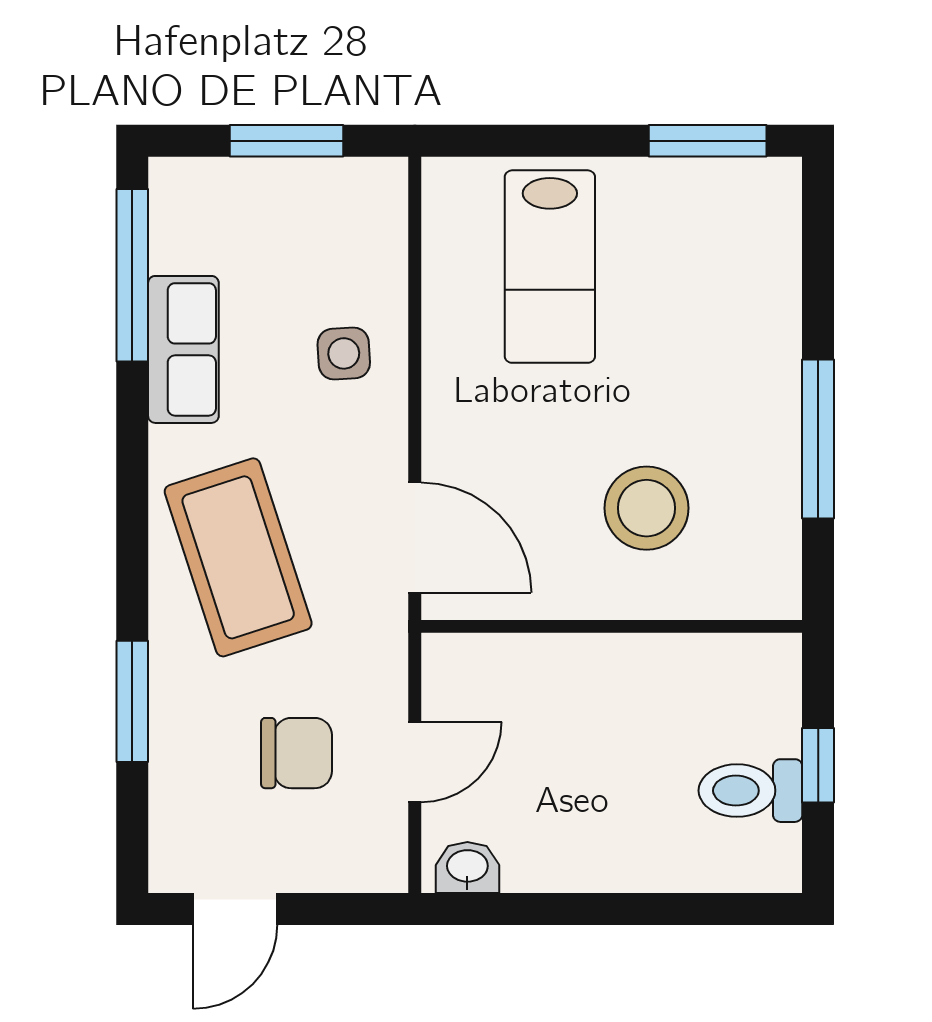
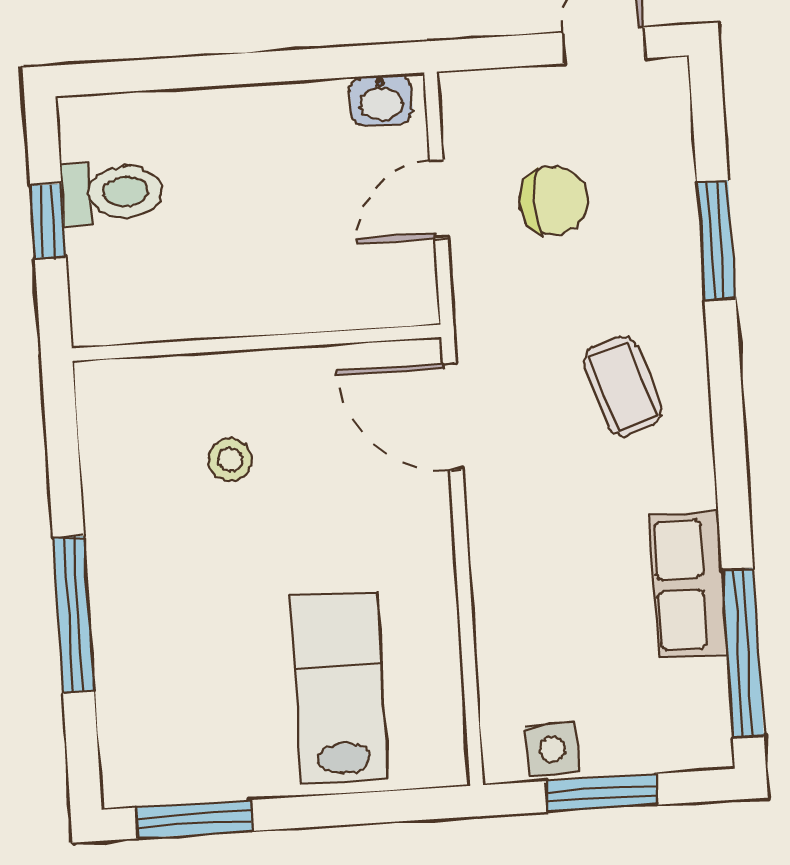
side table: (344, 353) -> (552, 749), moved
window: (818, 439) -> (73, 614), moved
stool: (647, 508) -> (230, 459), width x0.53, depth x0.53
coffee table: (238, 557) -> (623, 386), width x0.54, depth x0.58
chair: (297, 753) -> (554, 200), turned 180

